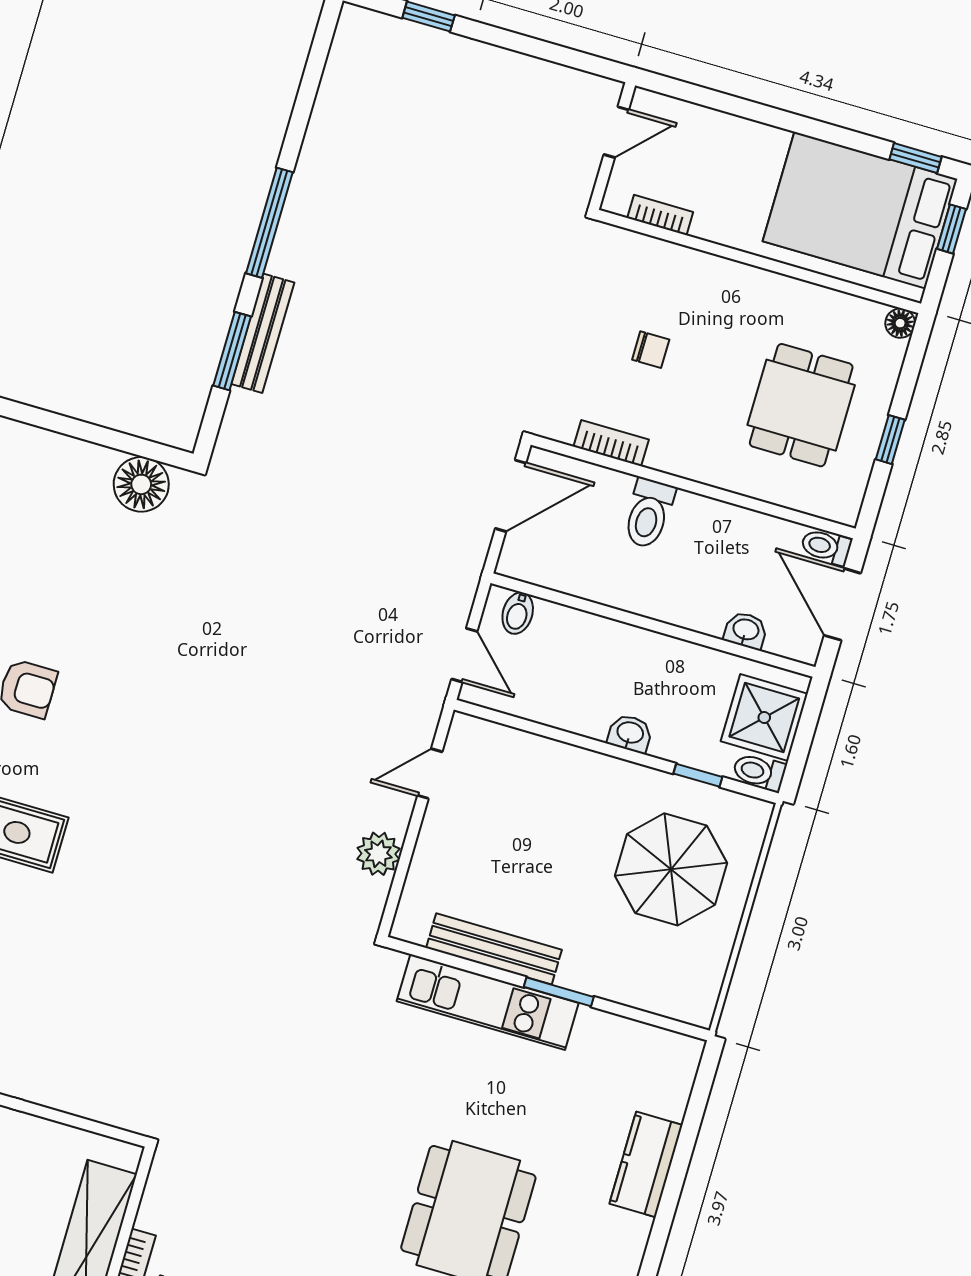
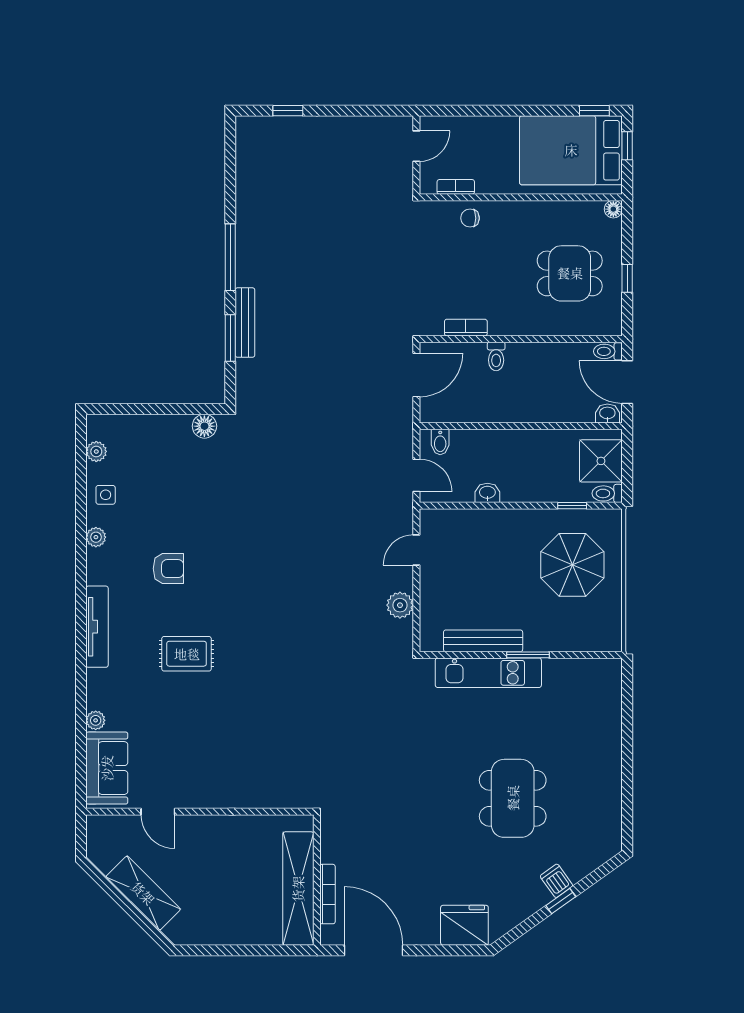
chair: (651, 350) -> (470, 218), moved, turned 180
dining table: (801, 405) -> (570, 273), turned 90
floor lamp: (141, 484) -> (204, 426), width x0.73, depth x0.73
toilet: (649, 513) -> (496, 356), width x0.73, depth x0.72
washbasin: (746, 630) -> (607, 413), moved
washbasin: (630, 733) -> (487, 493), moved
kitchen counter: (646, 1164) -> (608, 740), removed

